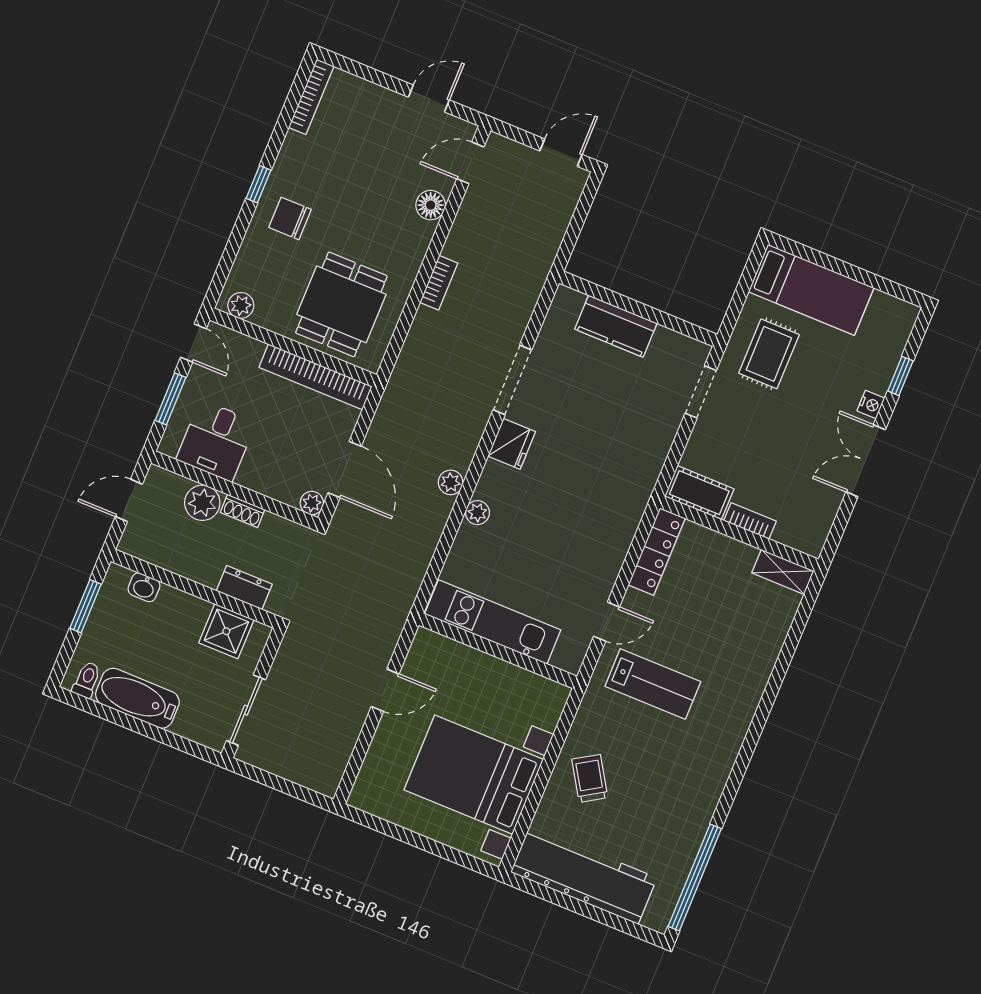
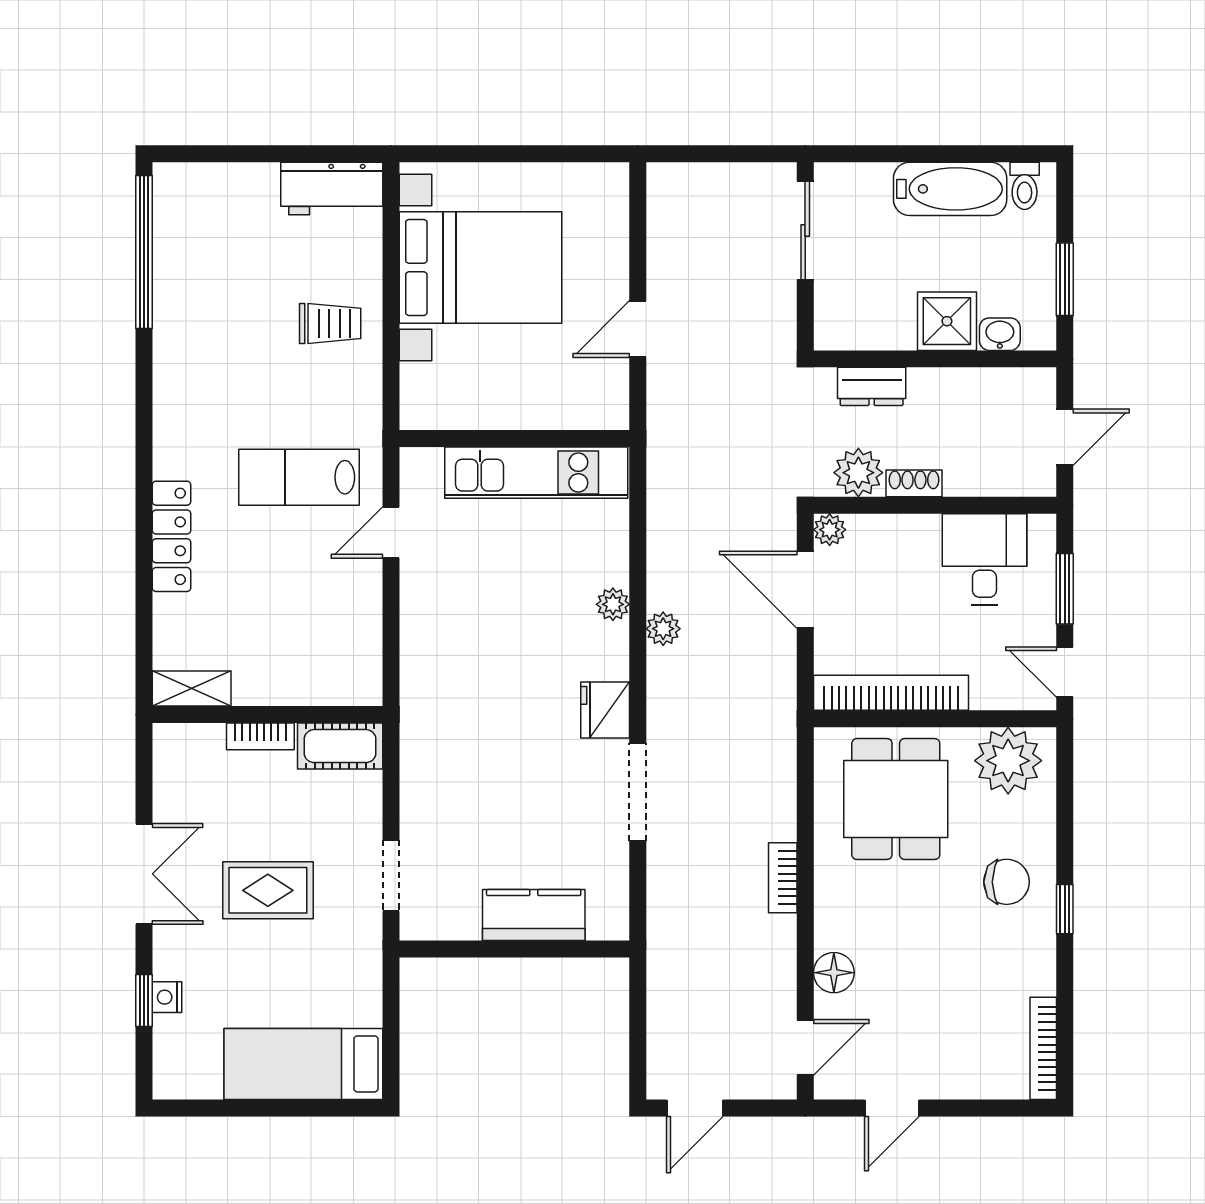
plant: (241, 305) -> (1008, 761), width x1.87, depth x1.87
rug: (769, 354) -> (268, 890), moved, turned 90
nightstand: (871, 405) -> (167, 997), moved
plant: (202, 503) -> (858, 473), moved
locker: (657, 551) -> (171, 536), moved, turned 180
shower: (226, 631) -> (947, 321), moved
trolley: (590, 778) -> (330, 323), turned -58
workbench: (584, 875) -> (332, 188), width x0.53, depth x0.76

